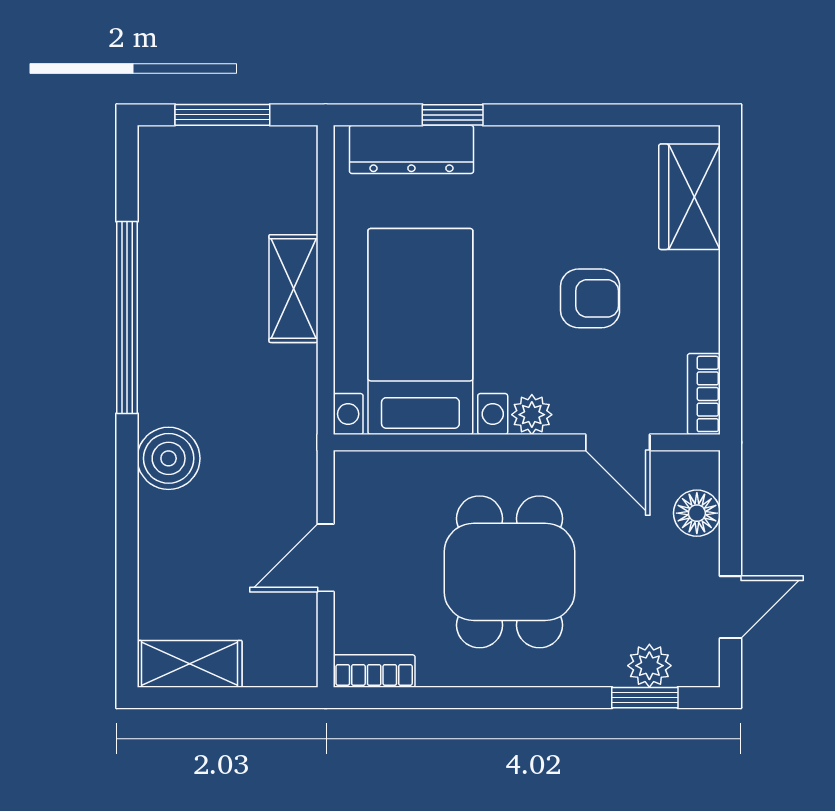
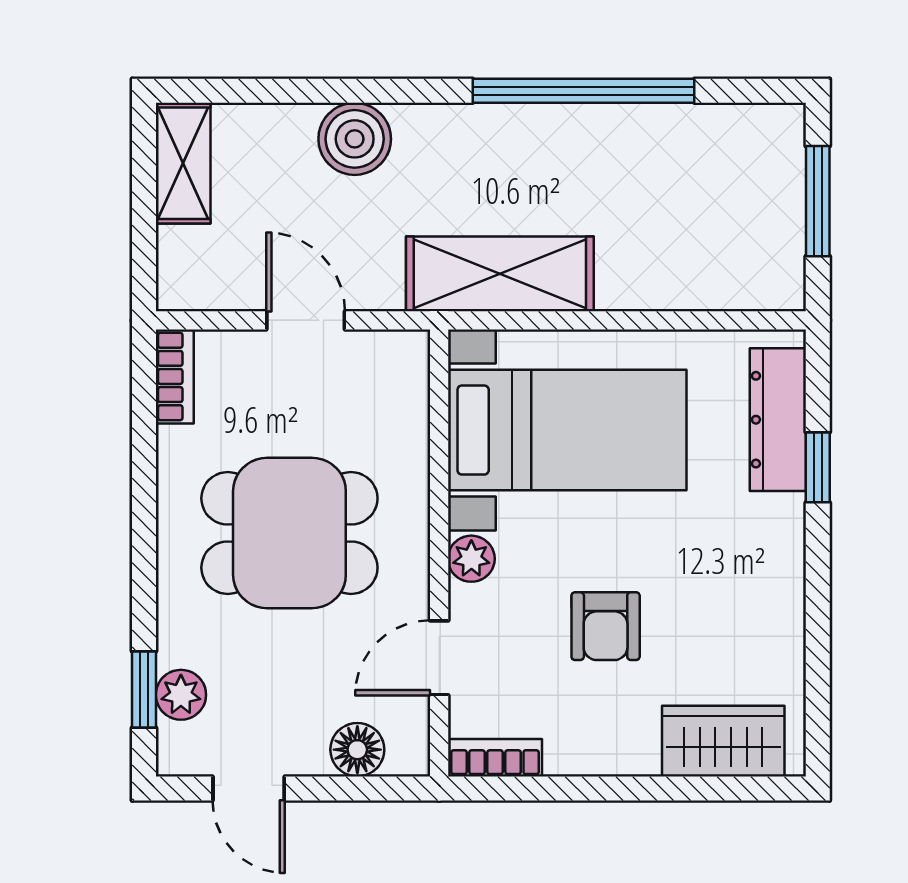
shelving: (294, 289) -> (500, 274), moved, width x1.50, depth x1.33
boiler: (169, 458) -> (355, 139), moved

